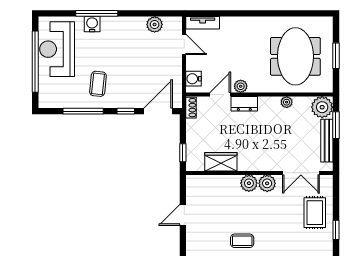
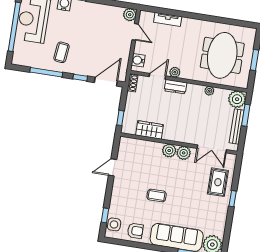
tv unit: (203, 23) -> (168, 19), moved
plant: (155, 24) -> (130, 15), moved

